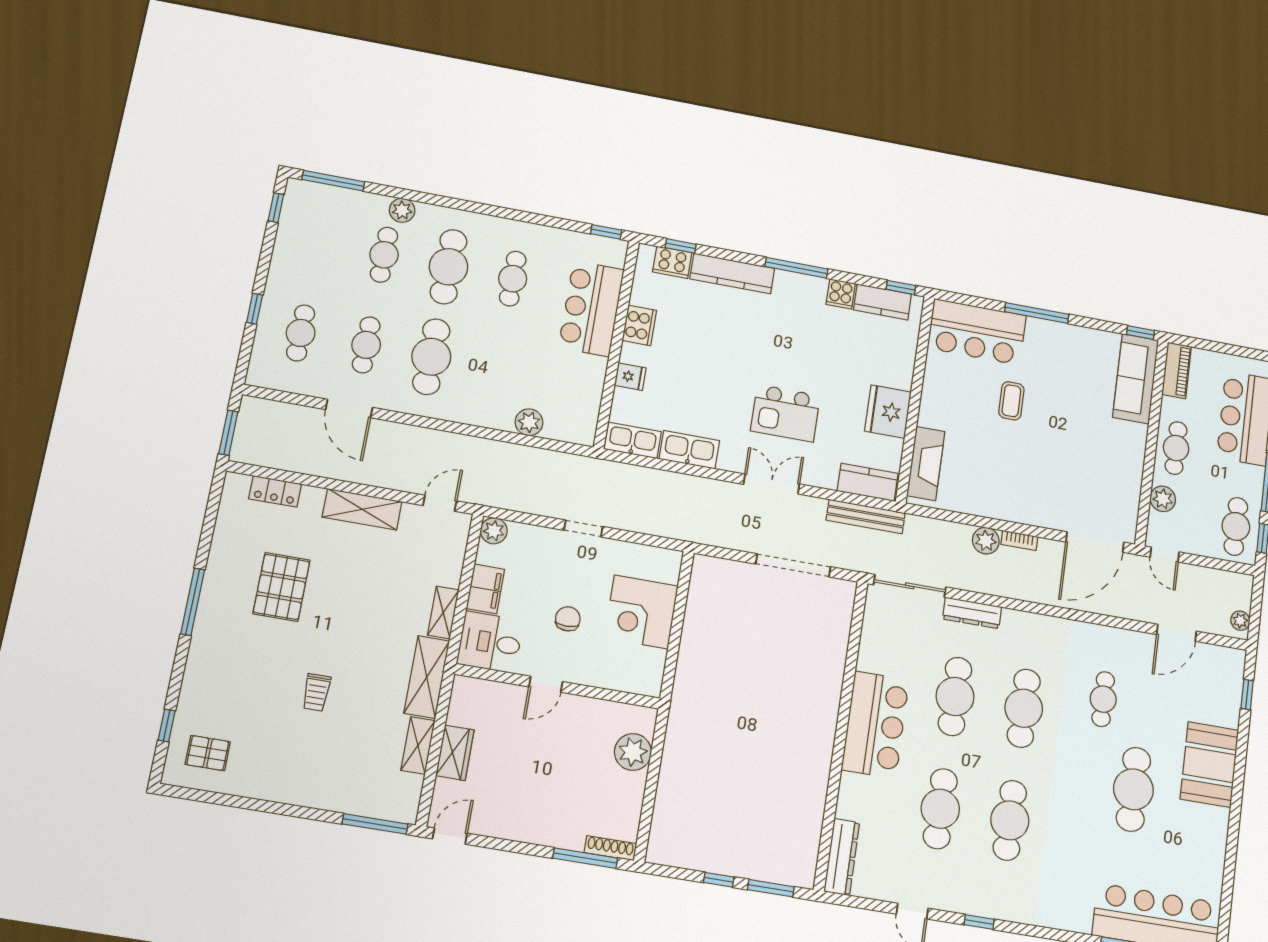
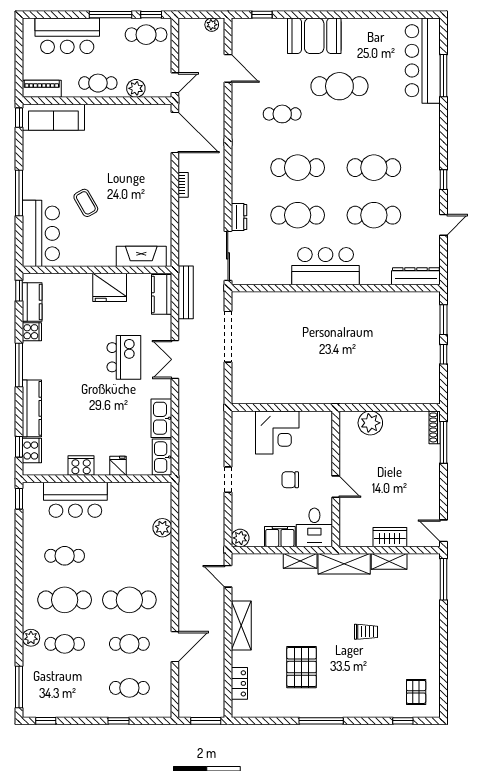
coffee table: (1011, 401) -> (86, 203), turned 60
plant: (986, 541) -> (188, 208), removed
pallet: (281, 587) -> (302, 667), turned 90
dresser: (972, 613) -> (239, 217), width x0.70

